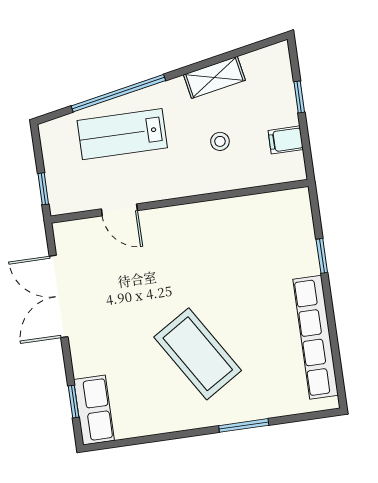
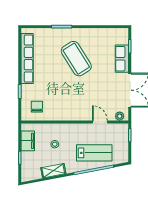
filing cabinet: (286, 140) -> (28, 141), width x2.00
chair: (276, 225) -> (37, 107), added
plant: (74, 231) -> (120, 116), added
row of seats: (94, 410) -> (122, 59), moved

